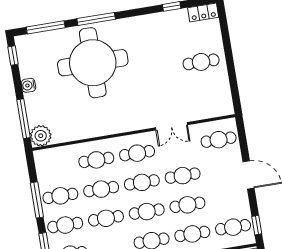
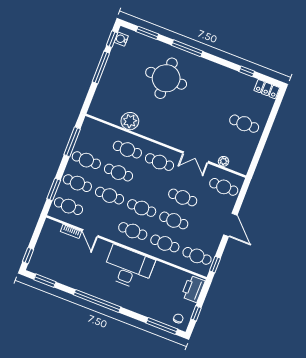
window: (46, 27) -> (147, 33), width x0.69
round table: (93, 63) -> (166, 78), width x0.73, depth x0.73
water cooler: (28, 85) -> (121, 39), moved
plant: (203, 113) -> (224, 161), added
window: (23, 119) -> (101, 68), moved
plant: (41, 136) -> (130, 121), moved
cafe table: (142, 182) -> (151, 185), removed
window: (37, 200) -> (72, 142), moved

